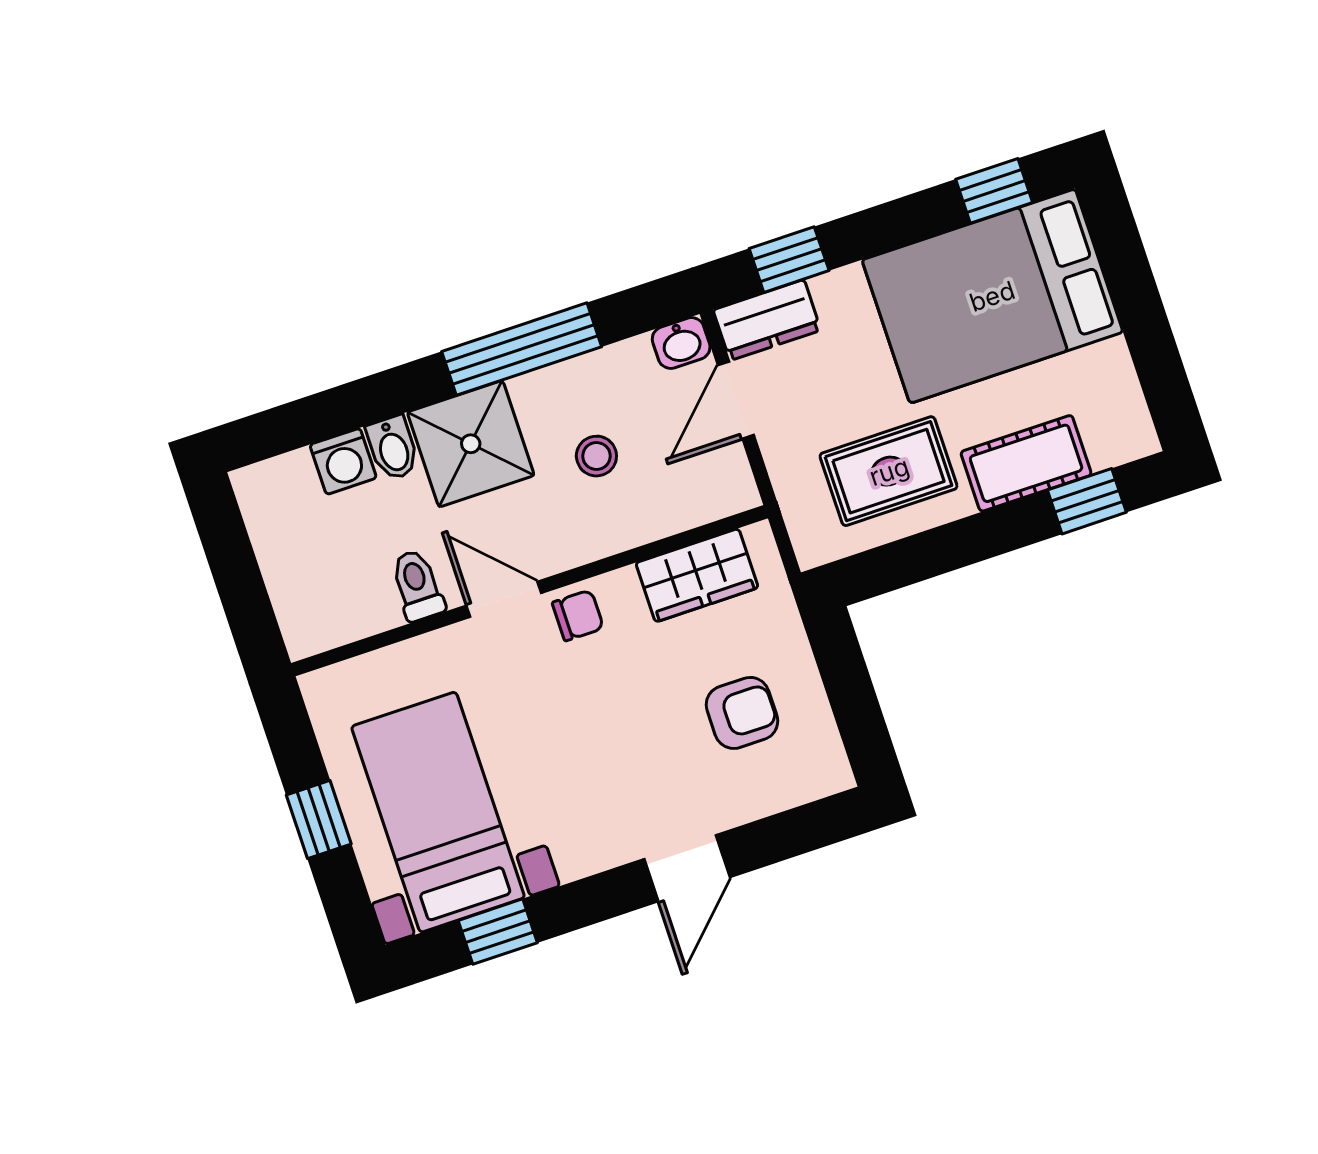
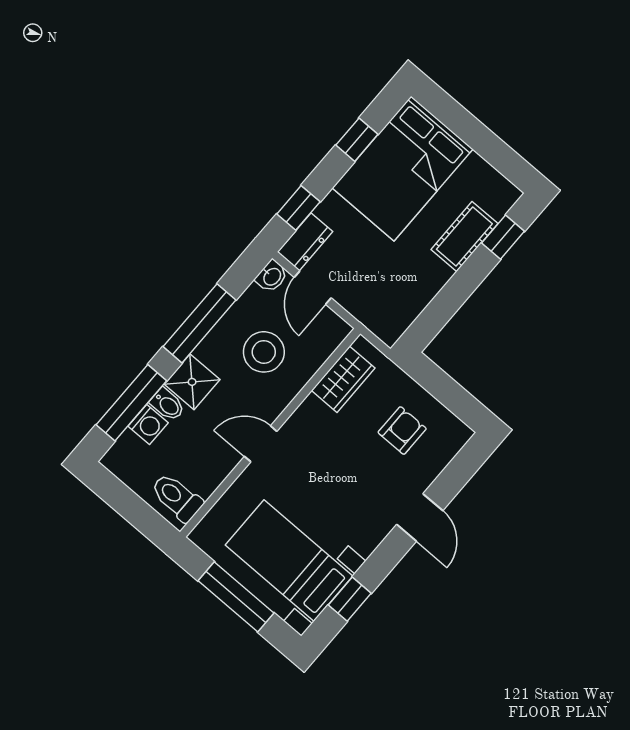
window: (994, 191) -> (357, 140), moved
window: (337, 411) -> (131, 403), added
shower: (471, 444) -> (192, 382), width x0.73, depth x0.73
stool: (596, 456) -> (264, 352), width x1.89, depth x1.89
rug: (889, 471) -> (403, 278), removed
toilet: (417, 585) -> (177, 497), moved, width x1.37, depth x1.39
chair: (578, 615) -> (299, 431), removed
window: (319, 819) -> (236, 597), width x2.17

